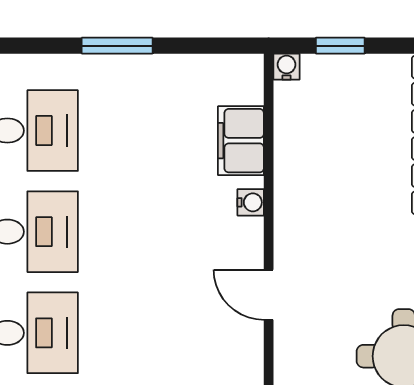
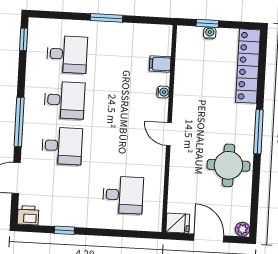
water cooler: (287, 67) -> (210, 33), moved
filing cabinet: (241, 141) -> (160, 64), width x0.50

